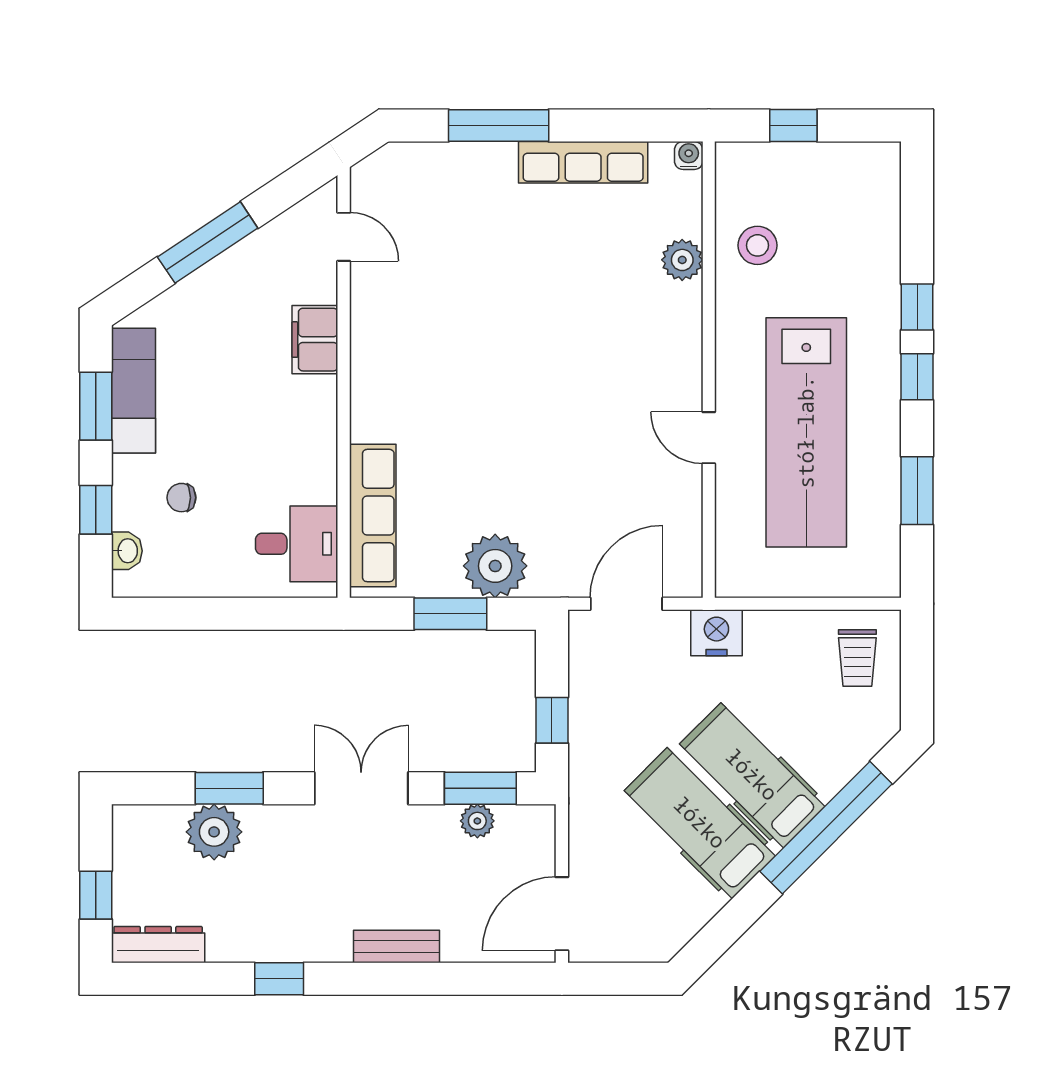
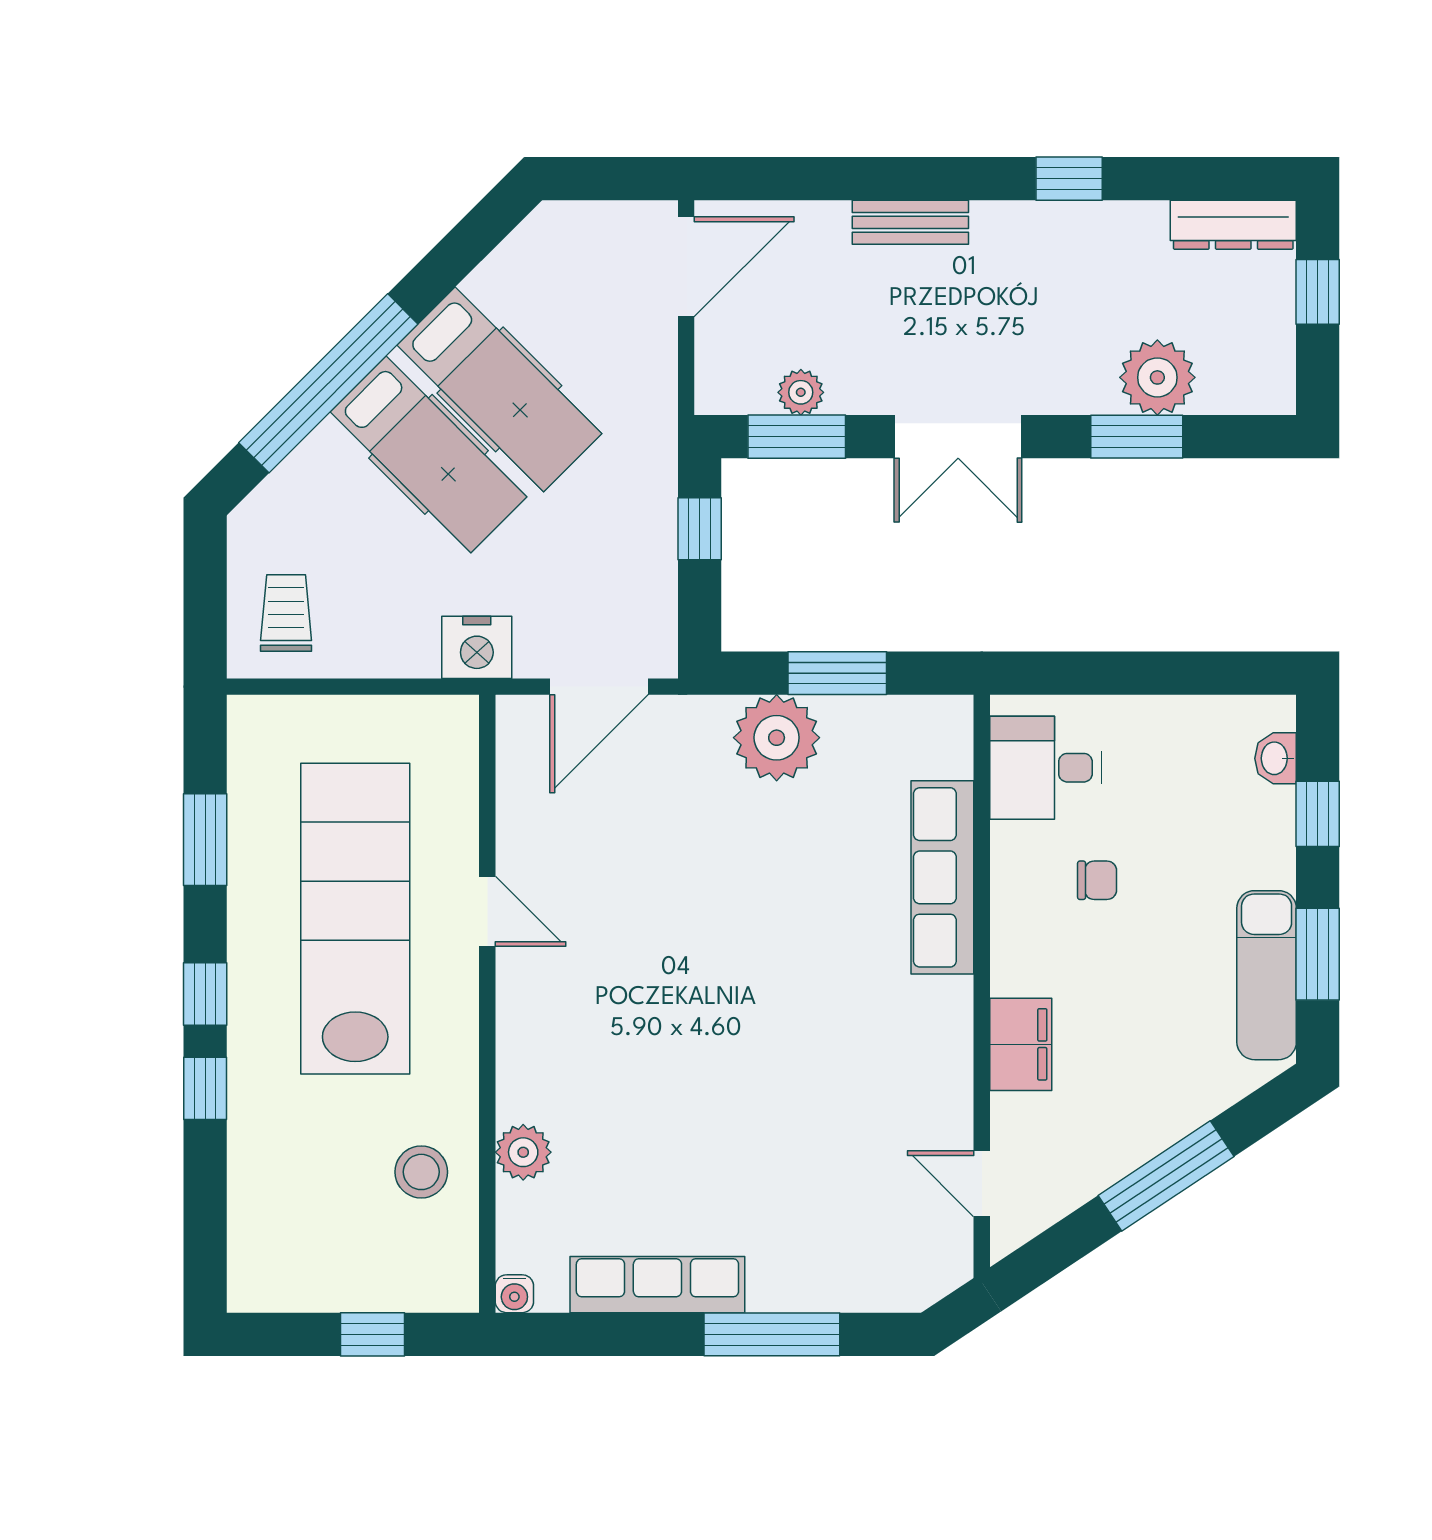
chair: (181, 498) -> (1097, 880), moved
row of seats: (373, 516) -> (942, 877), moved

